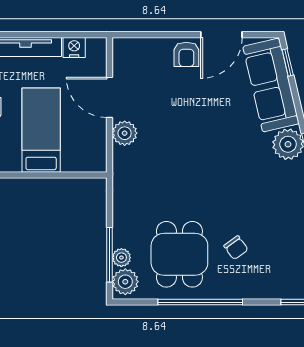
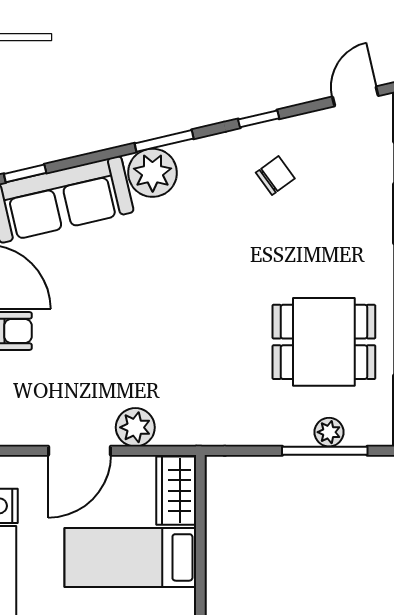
wardrobe: (84, 160) -> (176, 491), added
chair: (236, 248) -> (275, 176), moved
plant: (125, 282) -> (367, 426), removed

